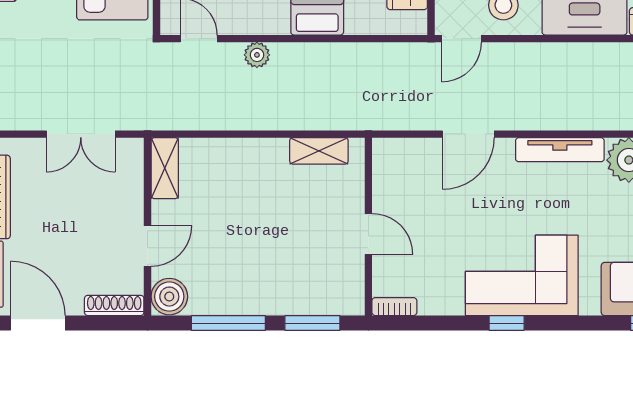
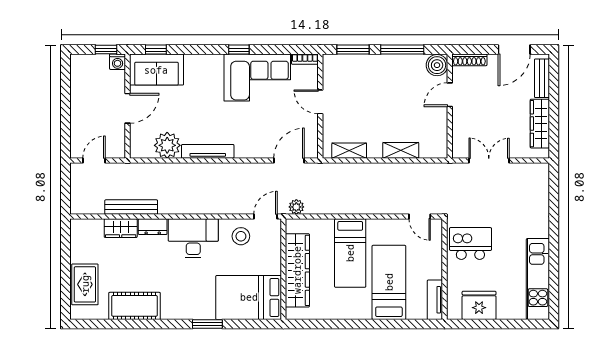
plant: (257, 55) -> (296, 207), moved
door: (468, 134) -> (289, 160), moved
shelving: (165, 168) -> (401, 150), moved, turned 90
corner sofa: (522, 275) -> (257, 78), moved
door: (38, 323) -> (514, 50), hinge flipped

